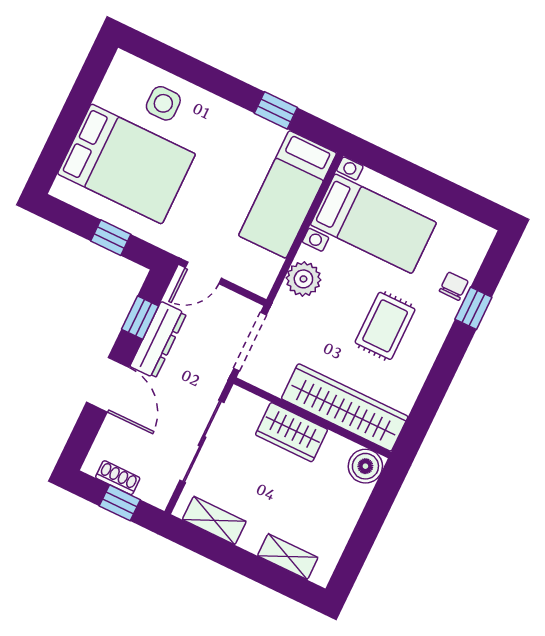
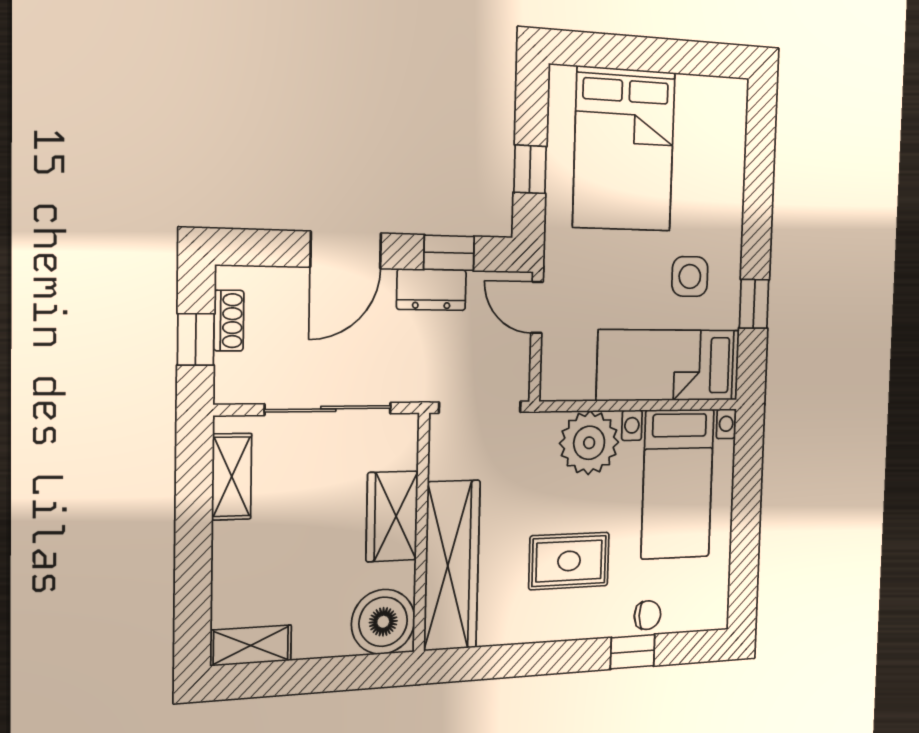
side table: (163, 103) -> (690, 276), moved
plant: (303, 279) -> (589, 443), width x1.36, depth x1.36
dresser: (158, 340) -> (431, 290), width x0.70
boiler: (365, 466) -> (383, 622), width x1.37, depth x1.37
shelving: (288, 557) -> (251, 645), moved, turned 90

